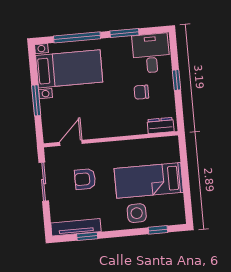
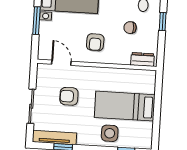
armchair: (105, 114) -> (95, 42), added
door: (71, 143) -> (61, 63), hinge flipped
sliding door: (44, 182) -> (31, 106), moved

